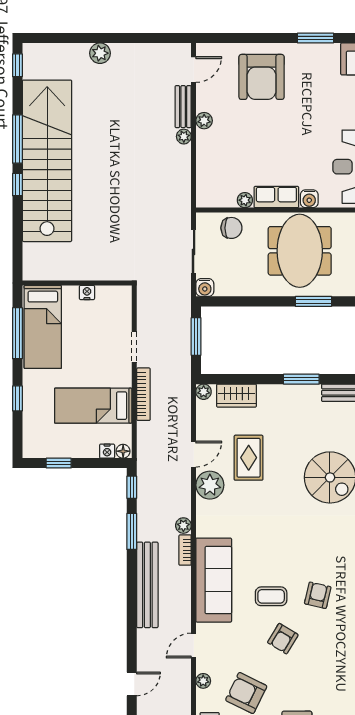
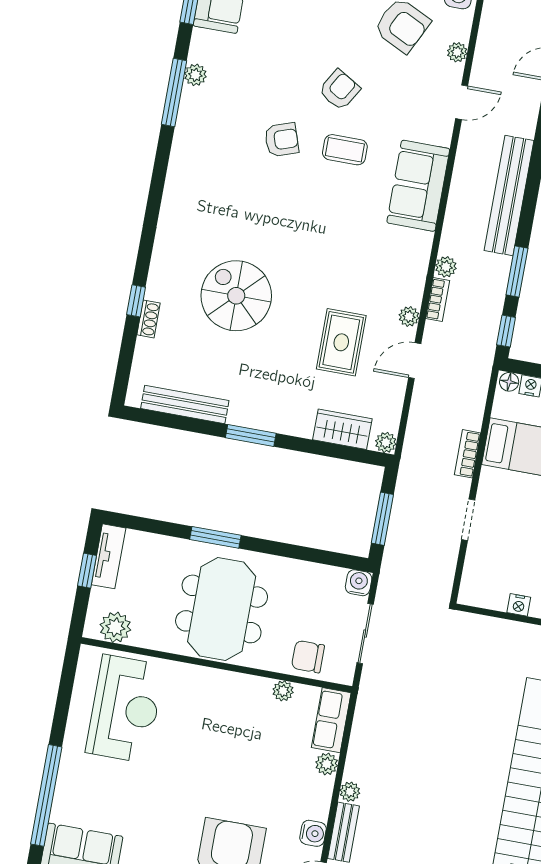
plant: (204, 121) -> (327, 764), moved
row of seats: (276, 197) -> (331, 720), moved, turned 90
water cooler: (309, 199) -> (313, 833), moved, turned 90
bookcase: (143, 394) -> (468, 454), width x0.64
plant: (210, 485) -> (409, 317), width x0.53, depth x0.53
bookcase: (185, 550) -> (438, 300), moved
sofa: (214, 580) -> (418, 186), width x0.73
armchair: (318, 595) -> (282, 140), turned -122

